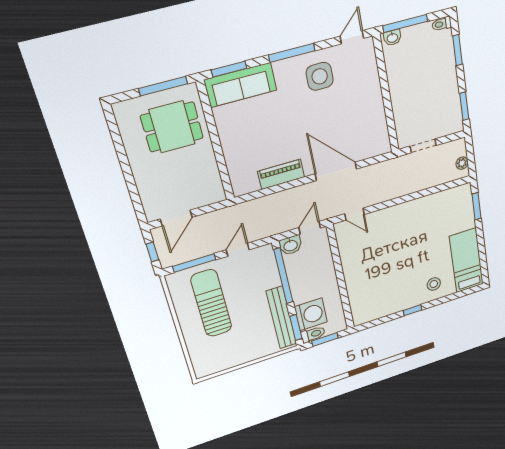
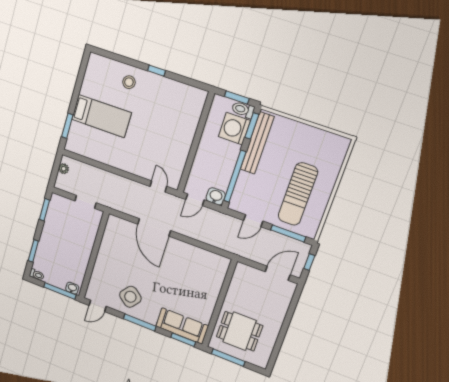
side table: (320, 76) -> (130, 297), turned 38
piano: (281, 174) -> (191, 252), removed
bed: (466, 260) -> (101, 116), moved, turned -90

